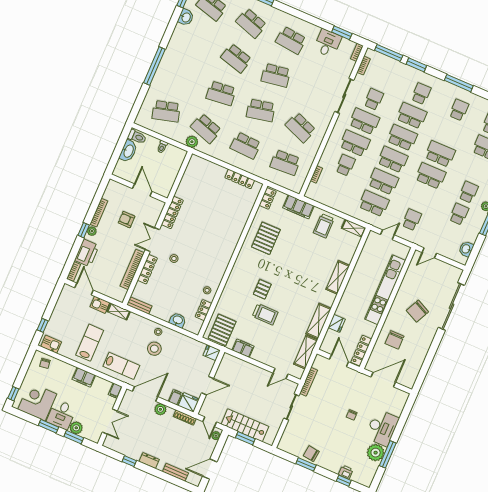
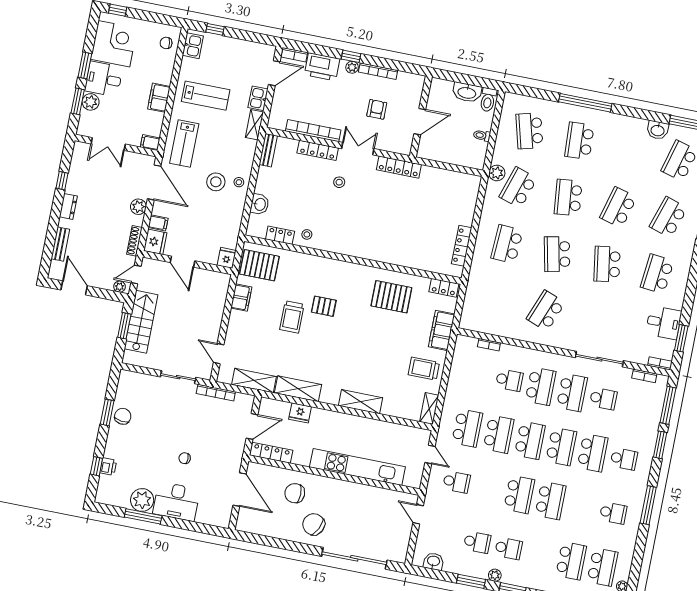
school desk: (285, 163) -> (579, 141), moved
chair: (417, 311) -> (314, 524), moved

